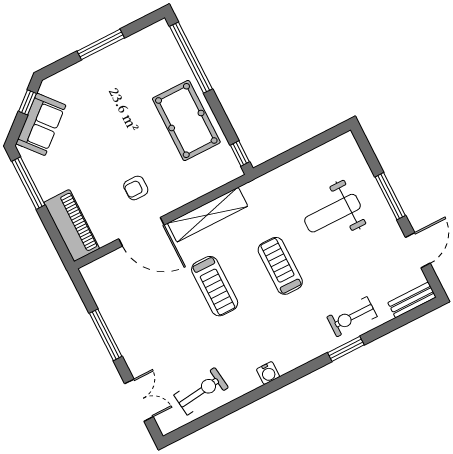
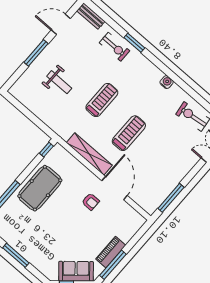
weight bench: (332, 213) -> (59, 82), width x0.73, depth x0.75
piano: (72, 225) -> (111, 252), moved, width x0.73, depth x0.75
treadmill: (280, 266) -> (102, 100), turned 180
window: (106, 335) -> (171, 198), moved

